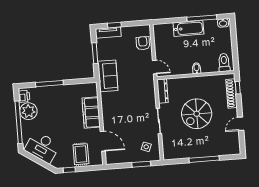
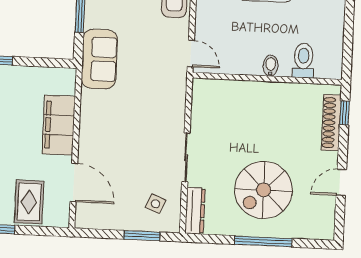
toilet: (224, 62) -> (303, 61), moved
dresser: (163, 91) -> (195, 211), moved
spiral stairs: (197, 114) -> (264, 190), moved

